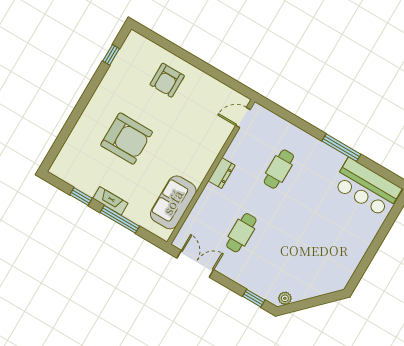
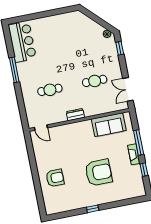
window: (111, 55) -> (93, 209), moved
armchair: (127, 139) -> (99, 173), turned 90

